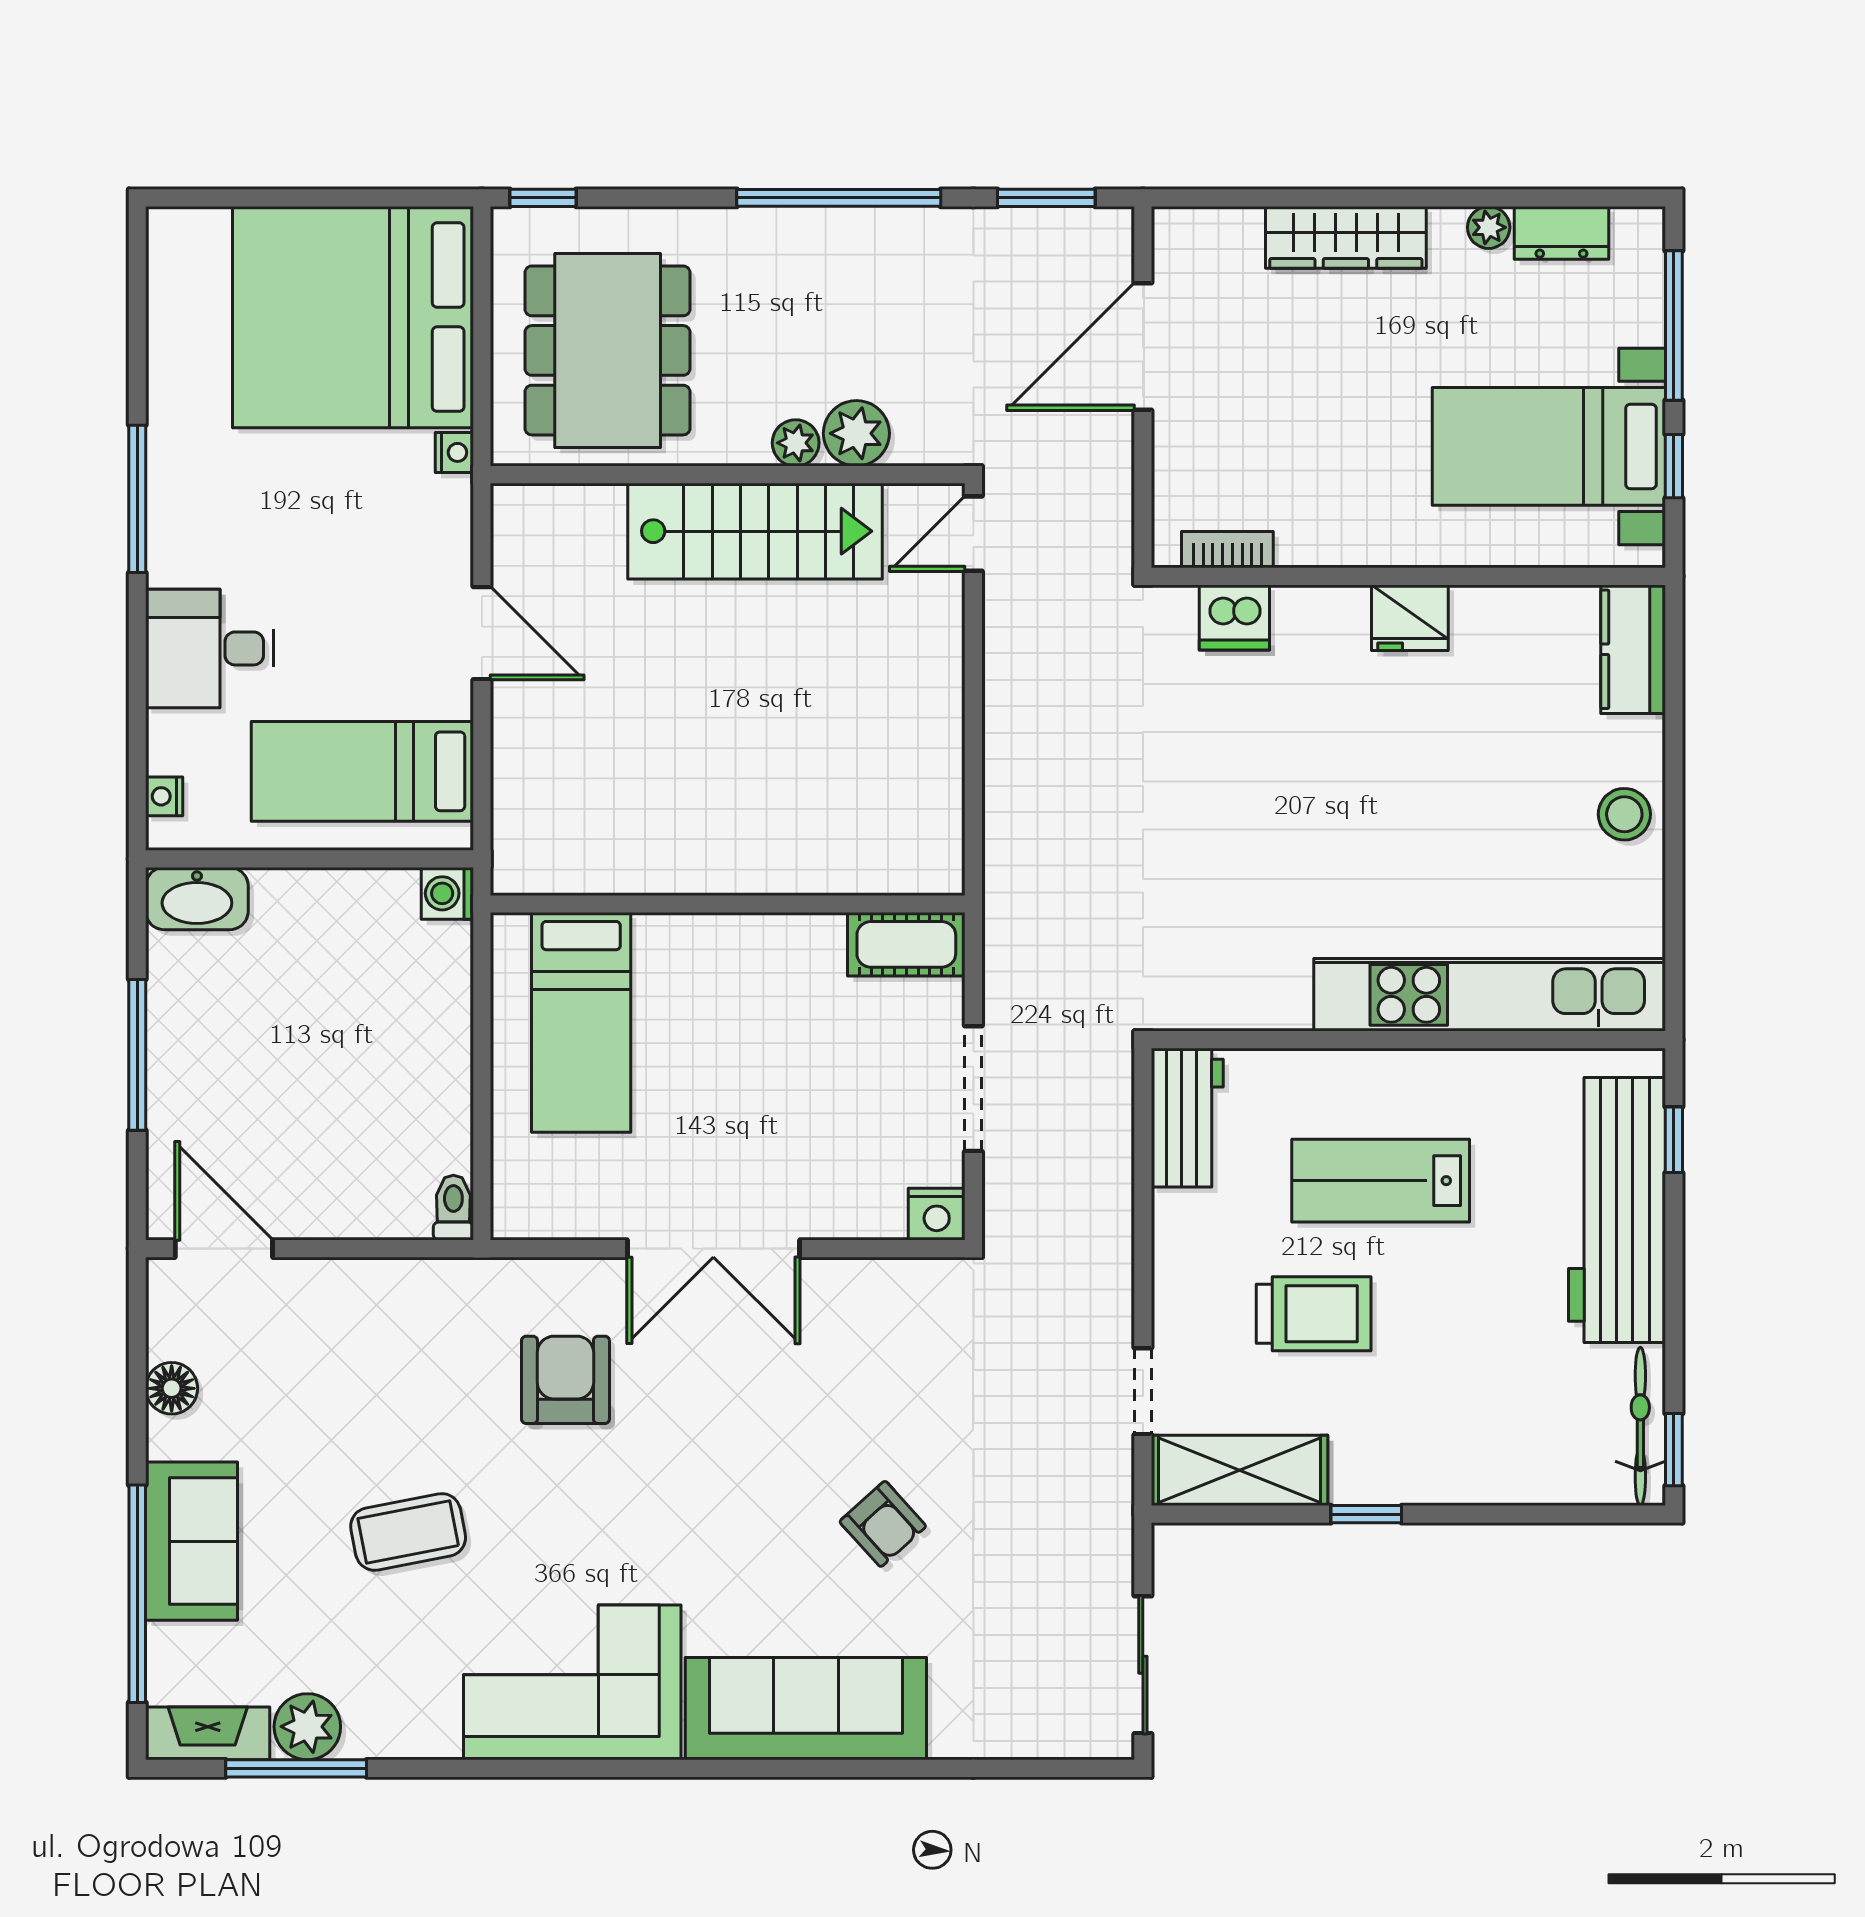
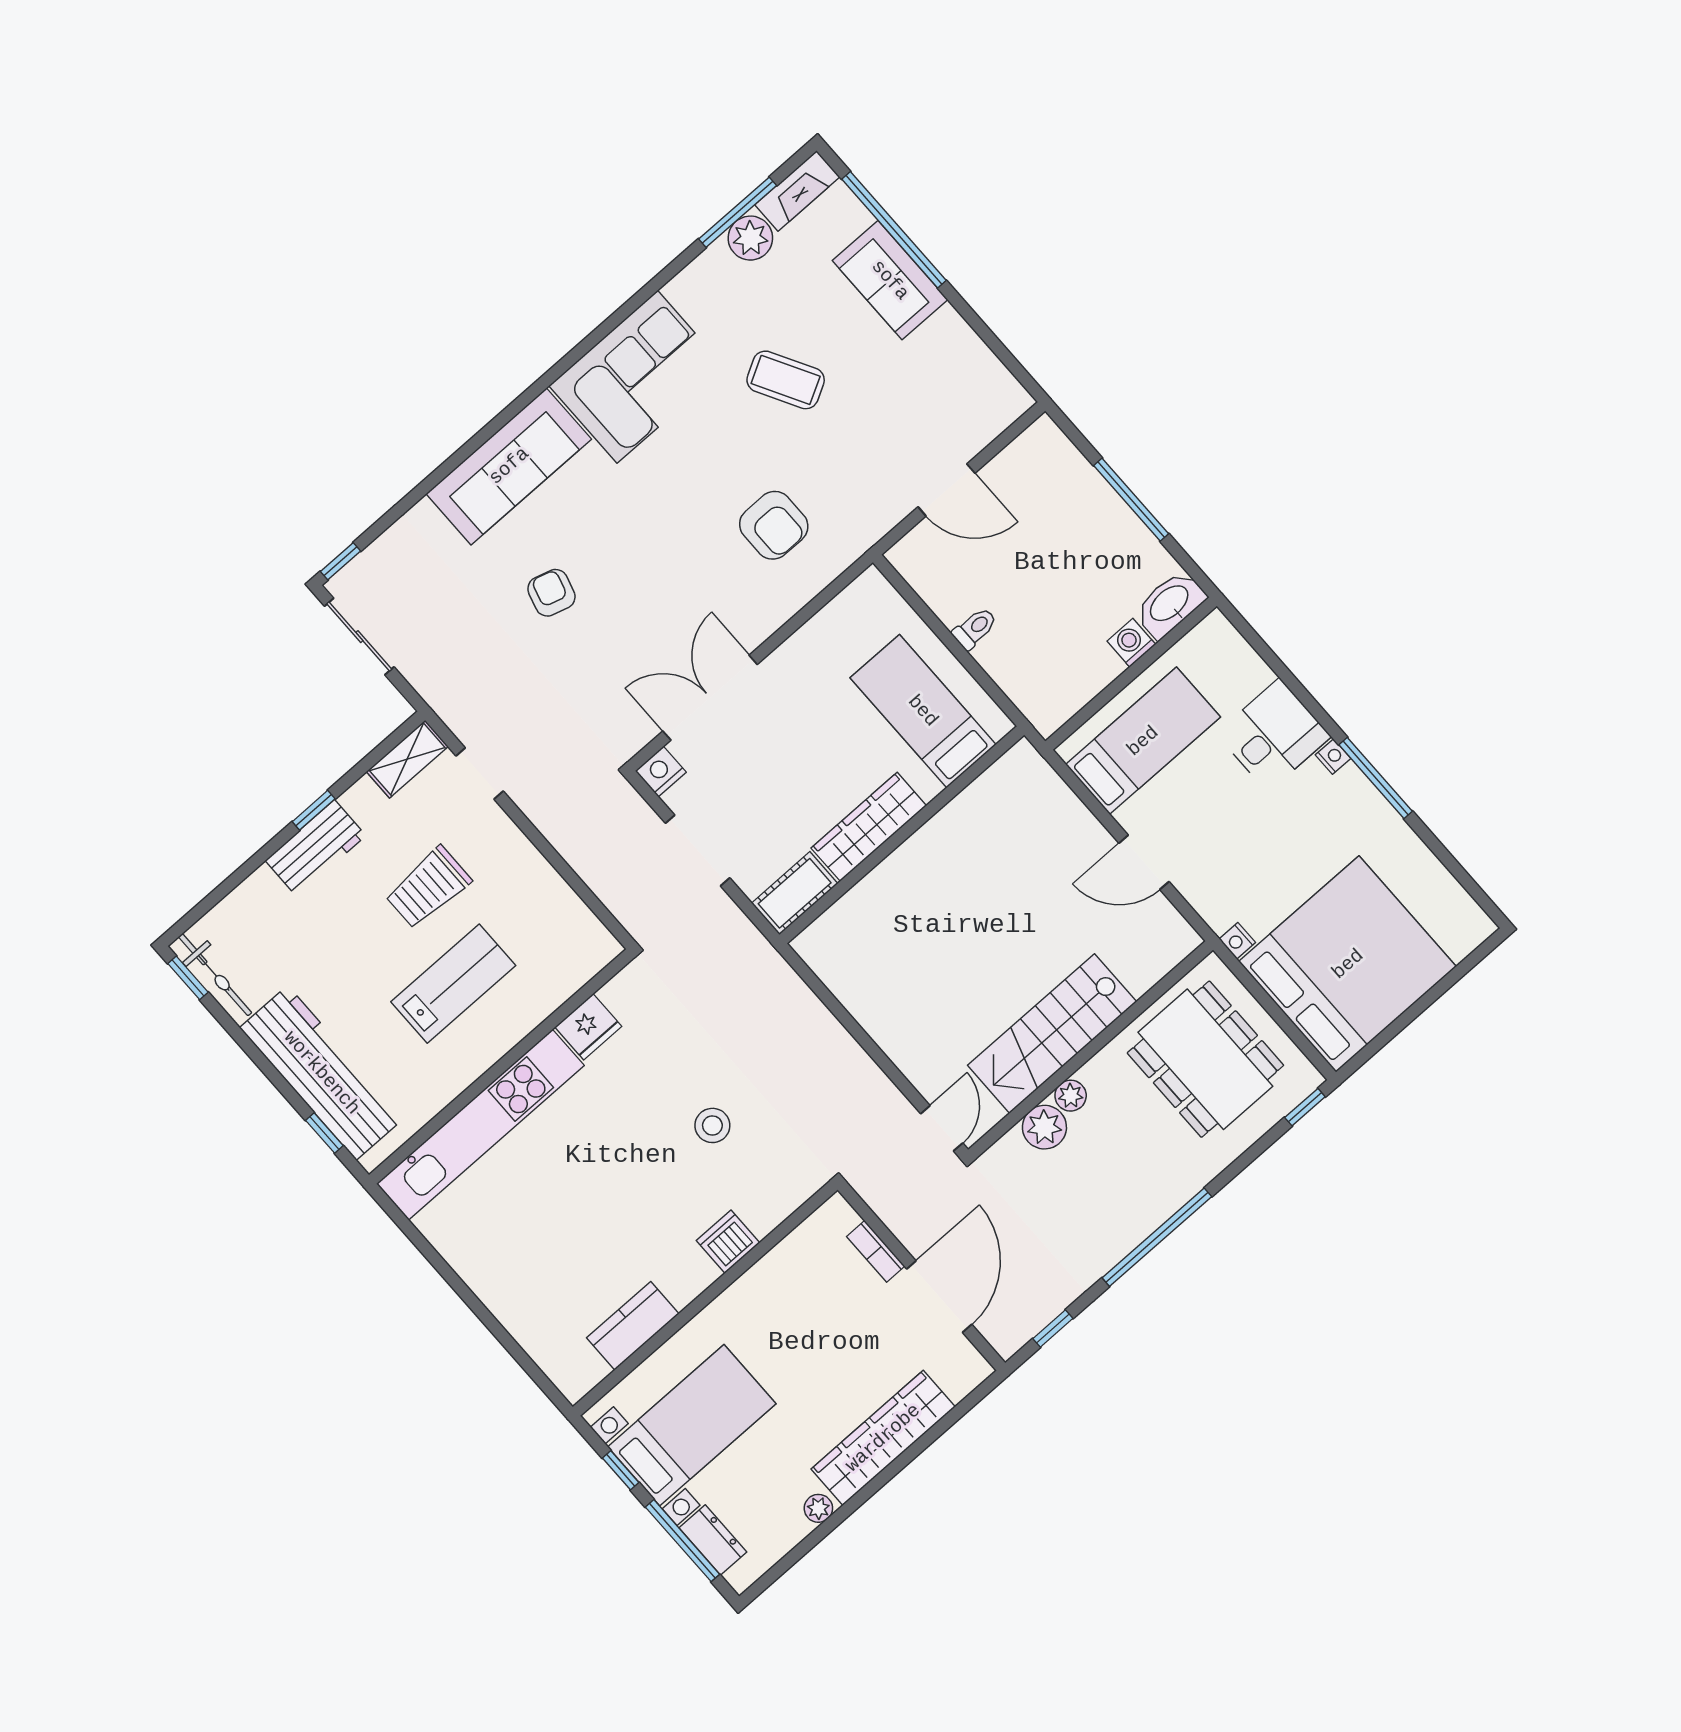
window: (1046, 198) -> (1053, 1329), width x0.67
dresser: (1561, 233) -> (713, 1540), moved, turned 90
wardrobe: (1346, 237) -> (883, 1438), width x1.40, depth x1.17
bookcase: (1227, 550) -> (876, 1251), moved, turned 90
dishwasher: (1234, 618) -> (728, 1242), moved
fridge: (1410, 618) -> (588, 1027), moved, turned 180
kitchen counter: (1633, 649) -> (633, 1326), moved, turned -90
nightstand: (164, 796) -> (1333, 757), moved
stool: (1624, 814) -> (712, 1125), moved
washing machine: (447, 893) -> (1131, 643), moved, turned -90
wardrobe: (757, 946) -> (869, 827), added
workbench: (1187, 1118) -> (316, 848), moved, turned -90
toilet: (453, 1208) -> (975, 628), moved, turned -90
door: (224, 1249) -> (946, 490), moved
double door: (713, 1249) -> (710, 698), moved
floor lamp: (172, 1388) -> (967, 348), removed
shelving: (1239, 1470) -> (407, 759), width x0.67, depth x0.75
armchair: (883, 1524) -> (551, 593), turned 58
coffee table: (408, 1532) -> (786, 380), turned 72
window: (1089, 1768) -> (341, 561), added

